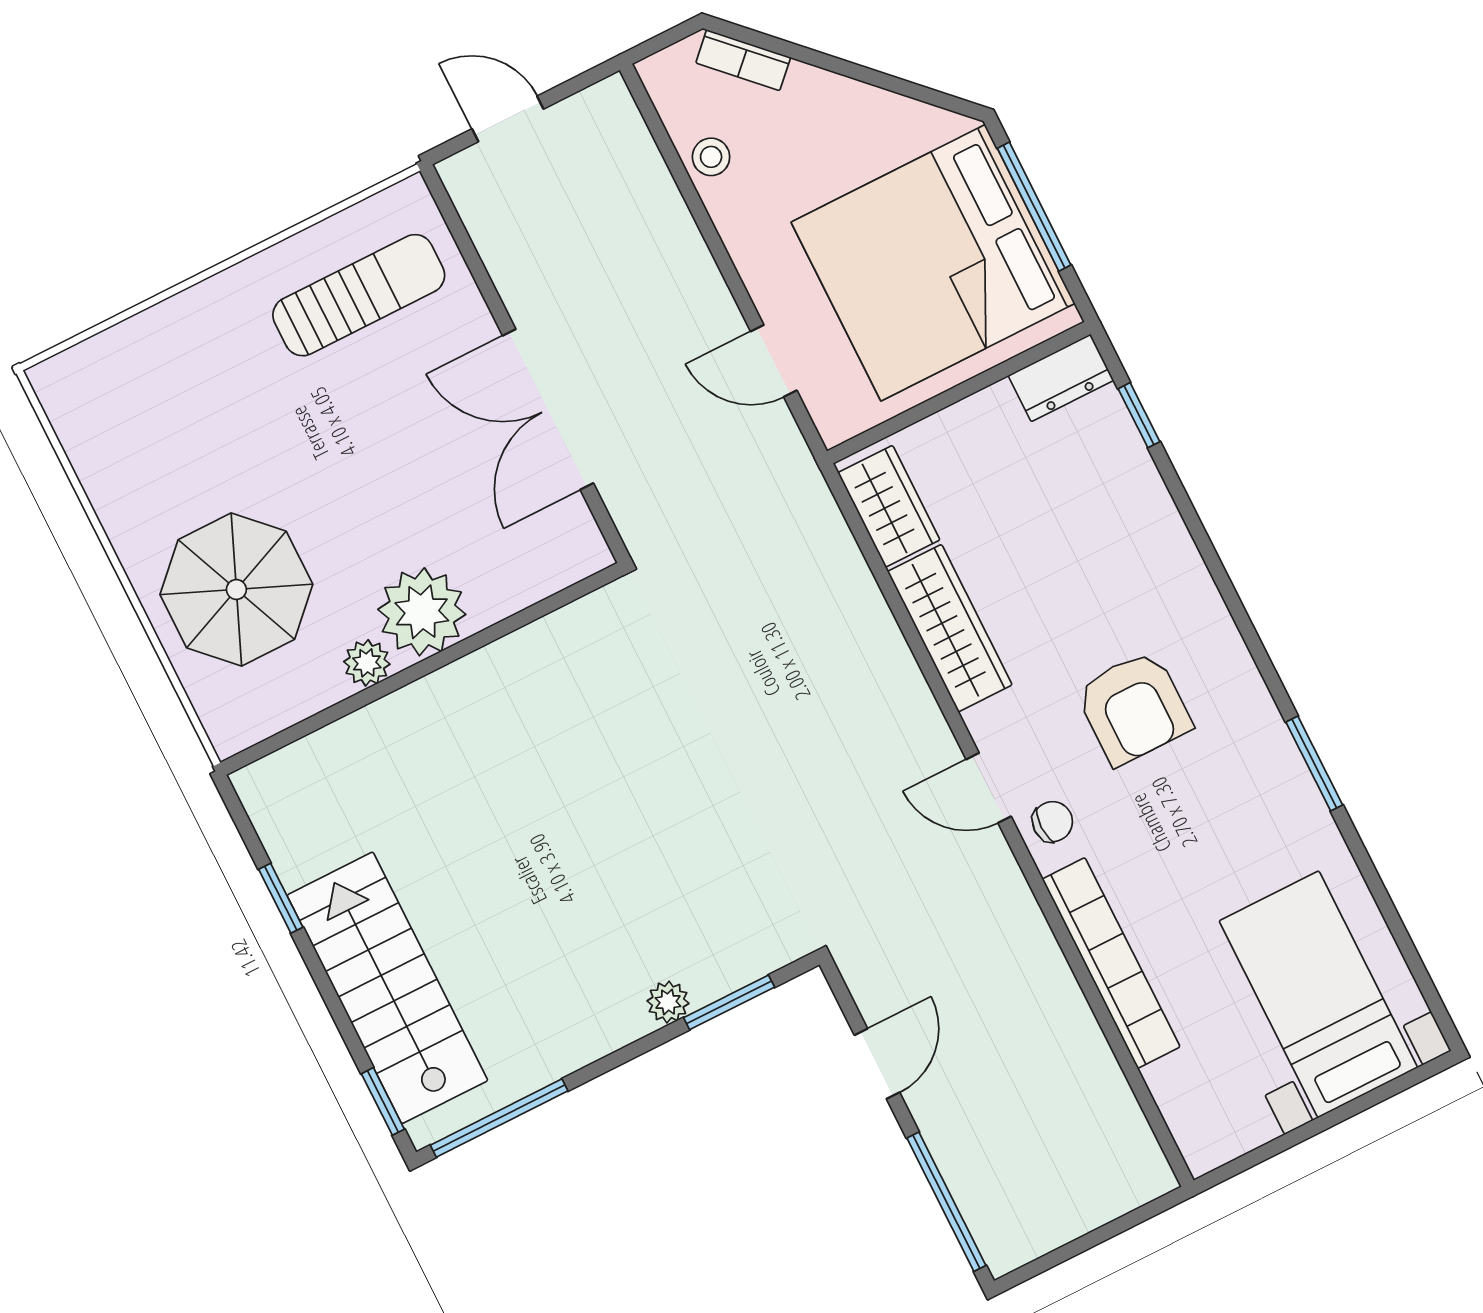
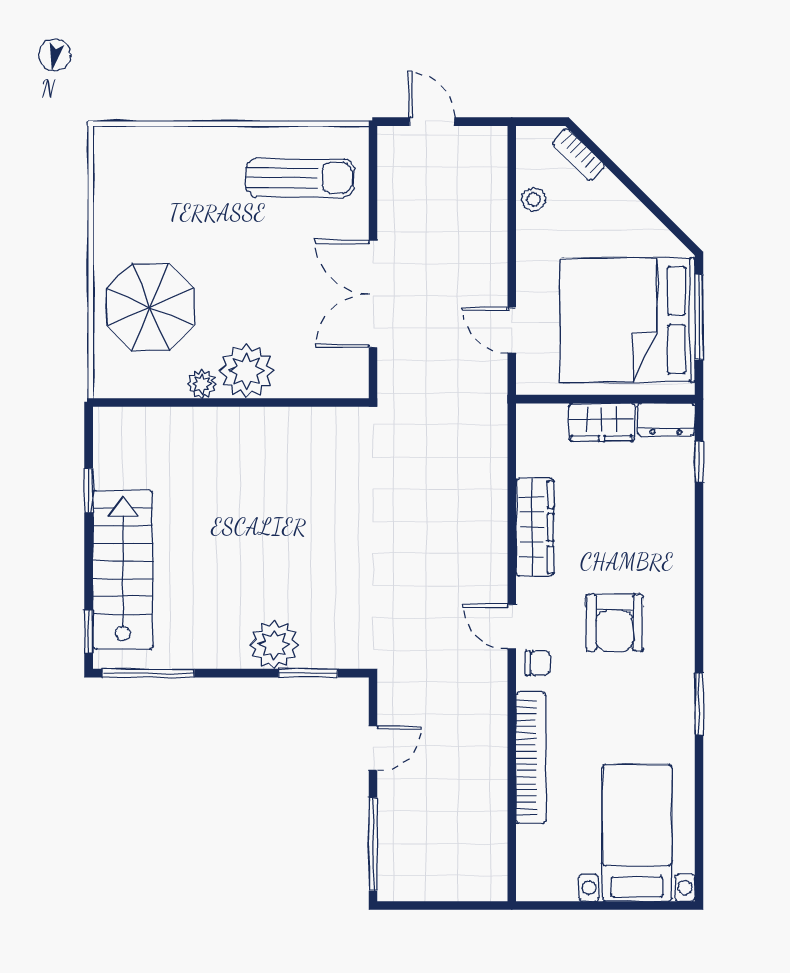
wardrobe: (889, 506) -> (602, 422), moved, turned 90
plant: (668, 1002) -> (274, 644), width x1.88, depth x1.88

